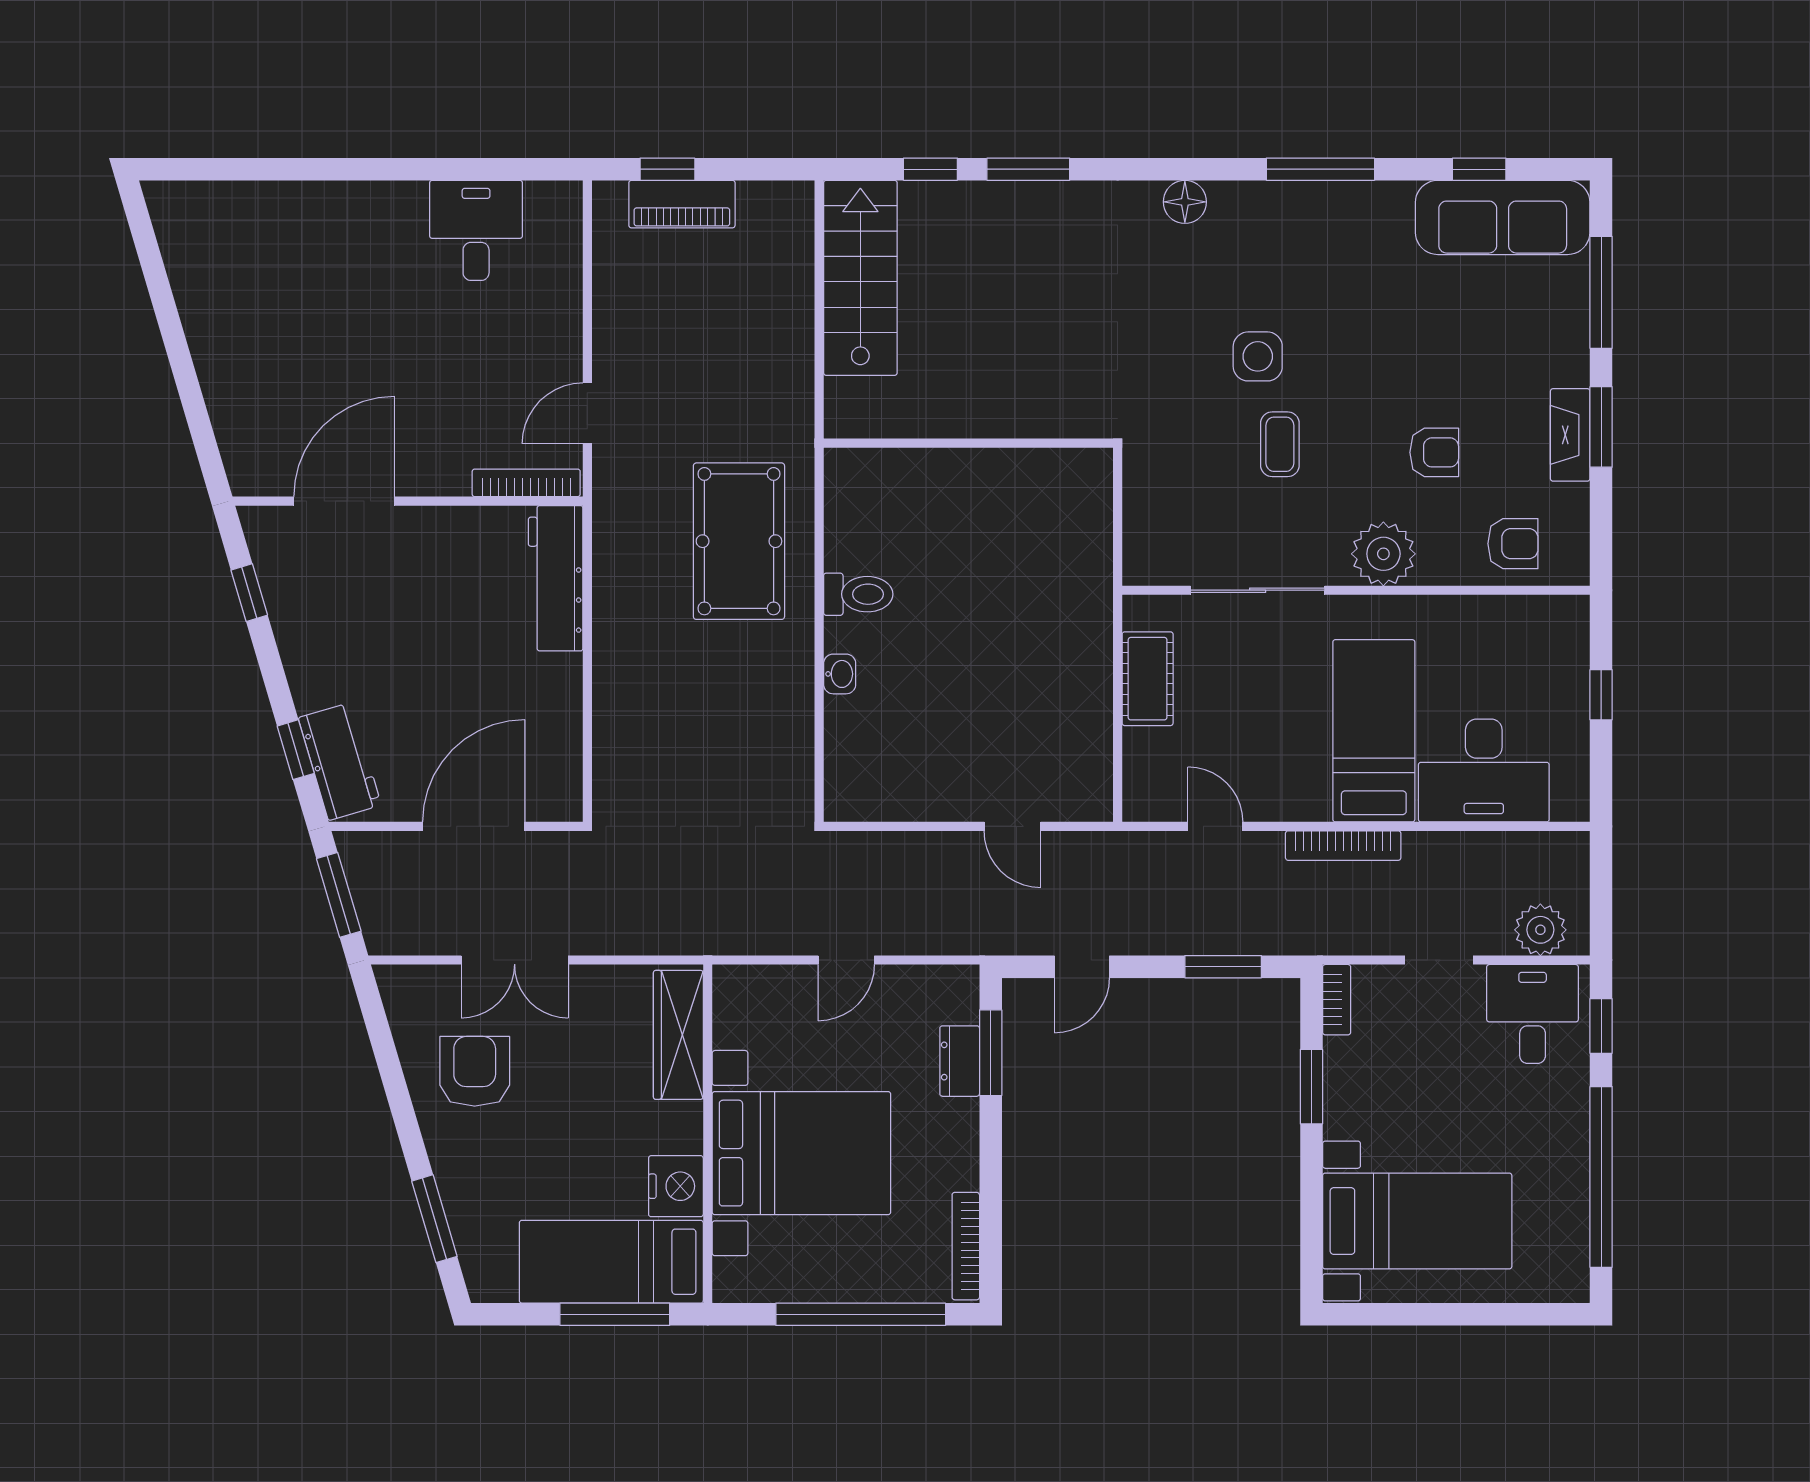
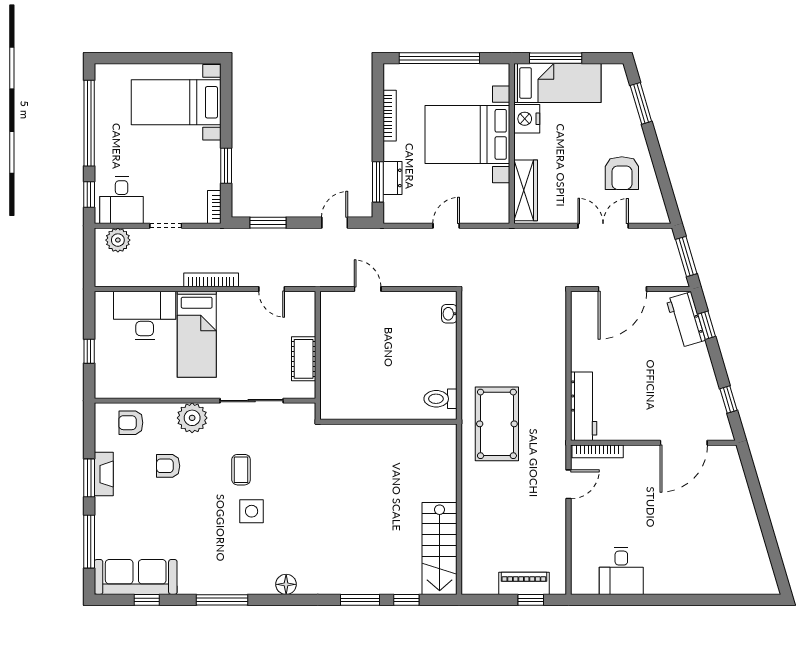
wall: (968, 443) -> (388, 422), moved
washbasin: (840, 674) -> (449, 314), moved
bookcase: (966, 1246) -> (390, 116), moved

